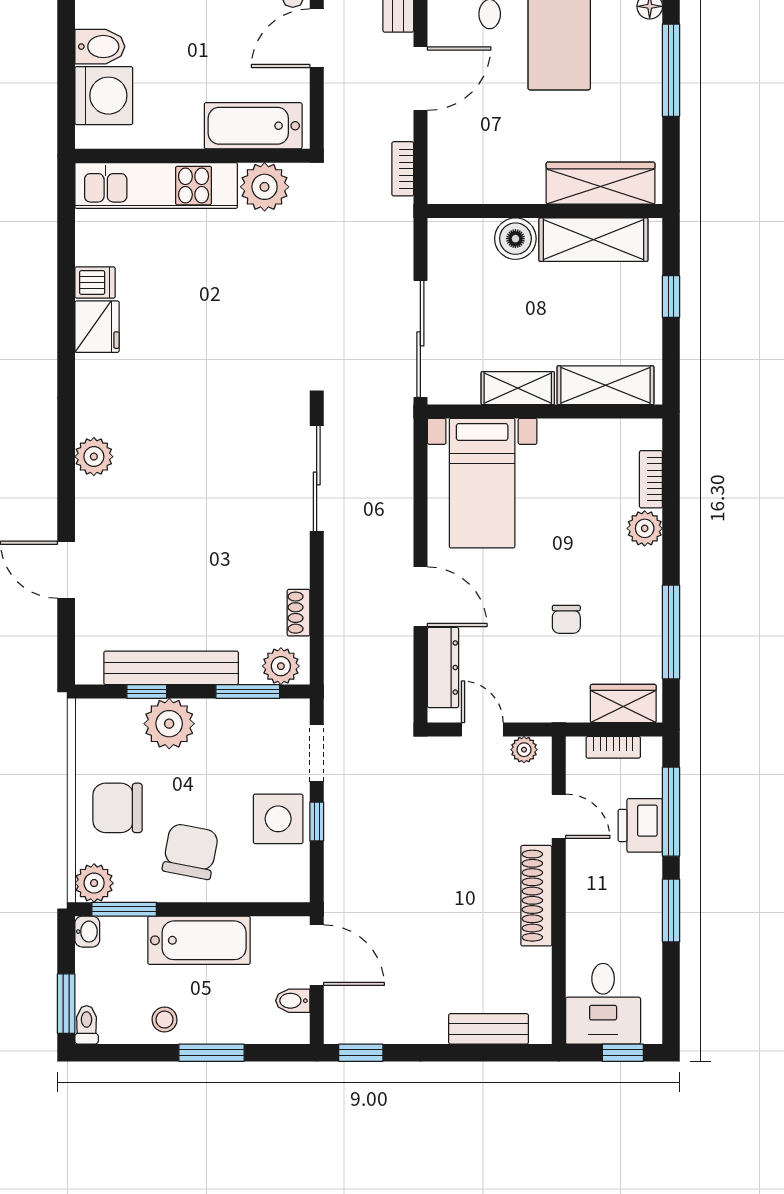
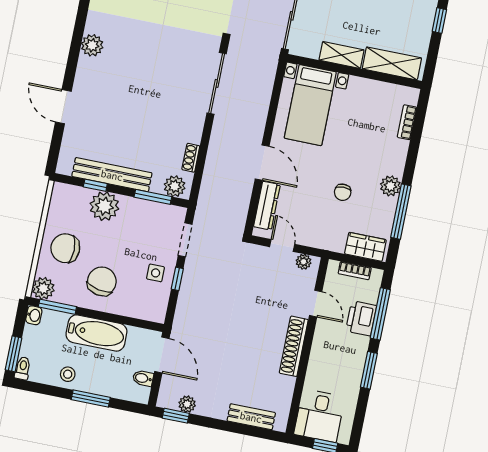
plant: (645, 528) -> (390, 186), moved
side table: (278, 819) -> (156, 273), width x0.54, depth x0.54
plant: (376, 1029) -> (187, 404), added

